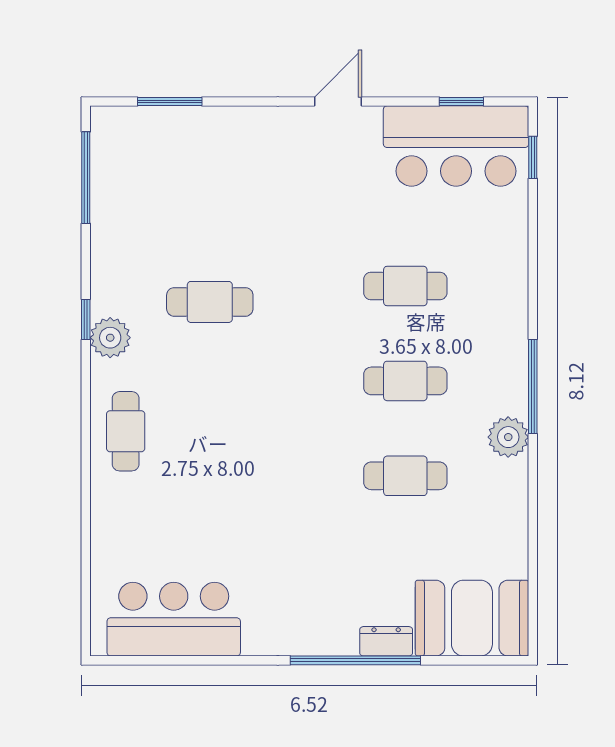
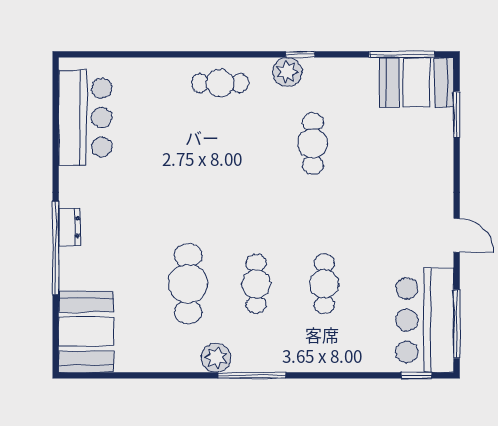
window: (461, 102) -> (457, 324), width x2.17
booth: (125, 157) -> (417, 82), added
cafe table: (405, 476) -> (188, 284), width x1.37, depth x1.35
dresser: (386, 641) -> (69, 227), moved

